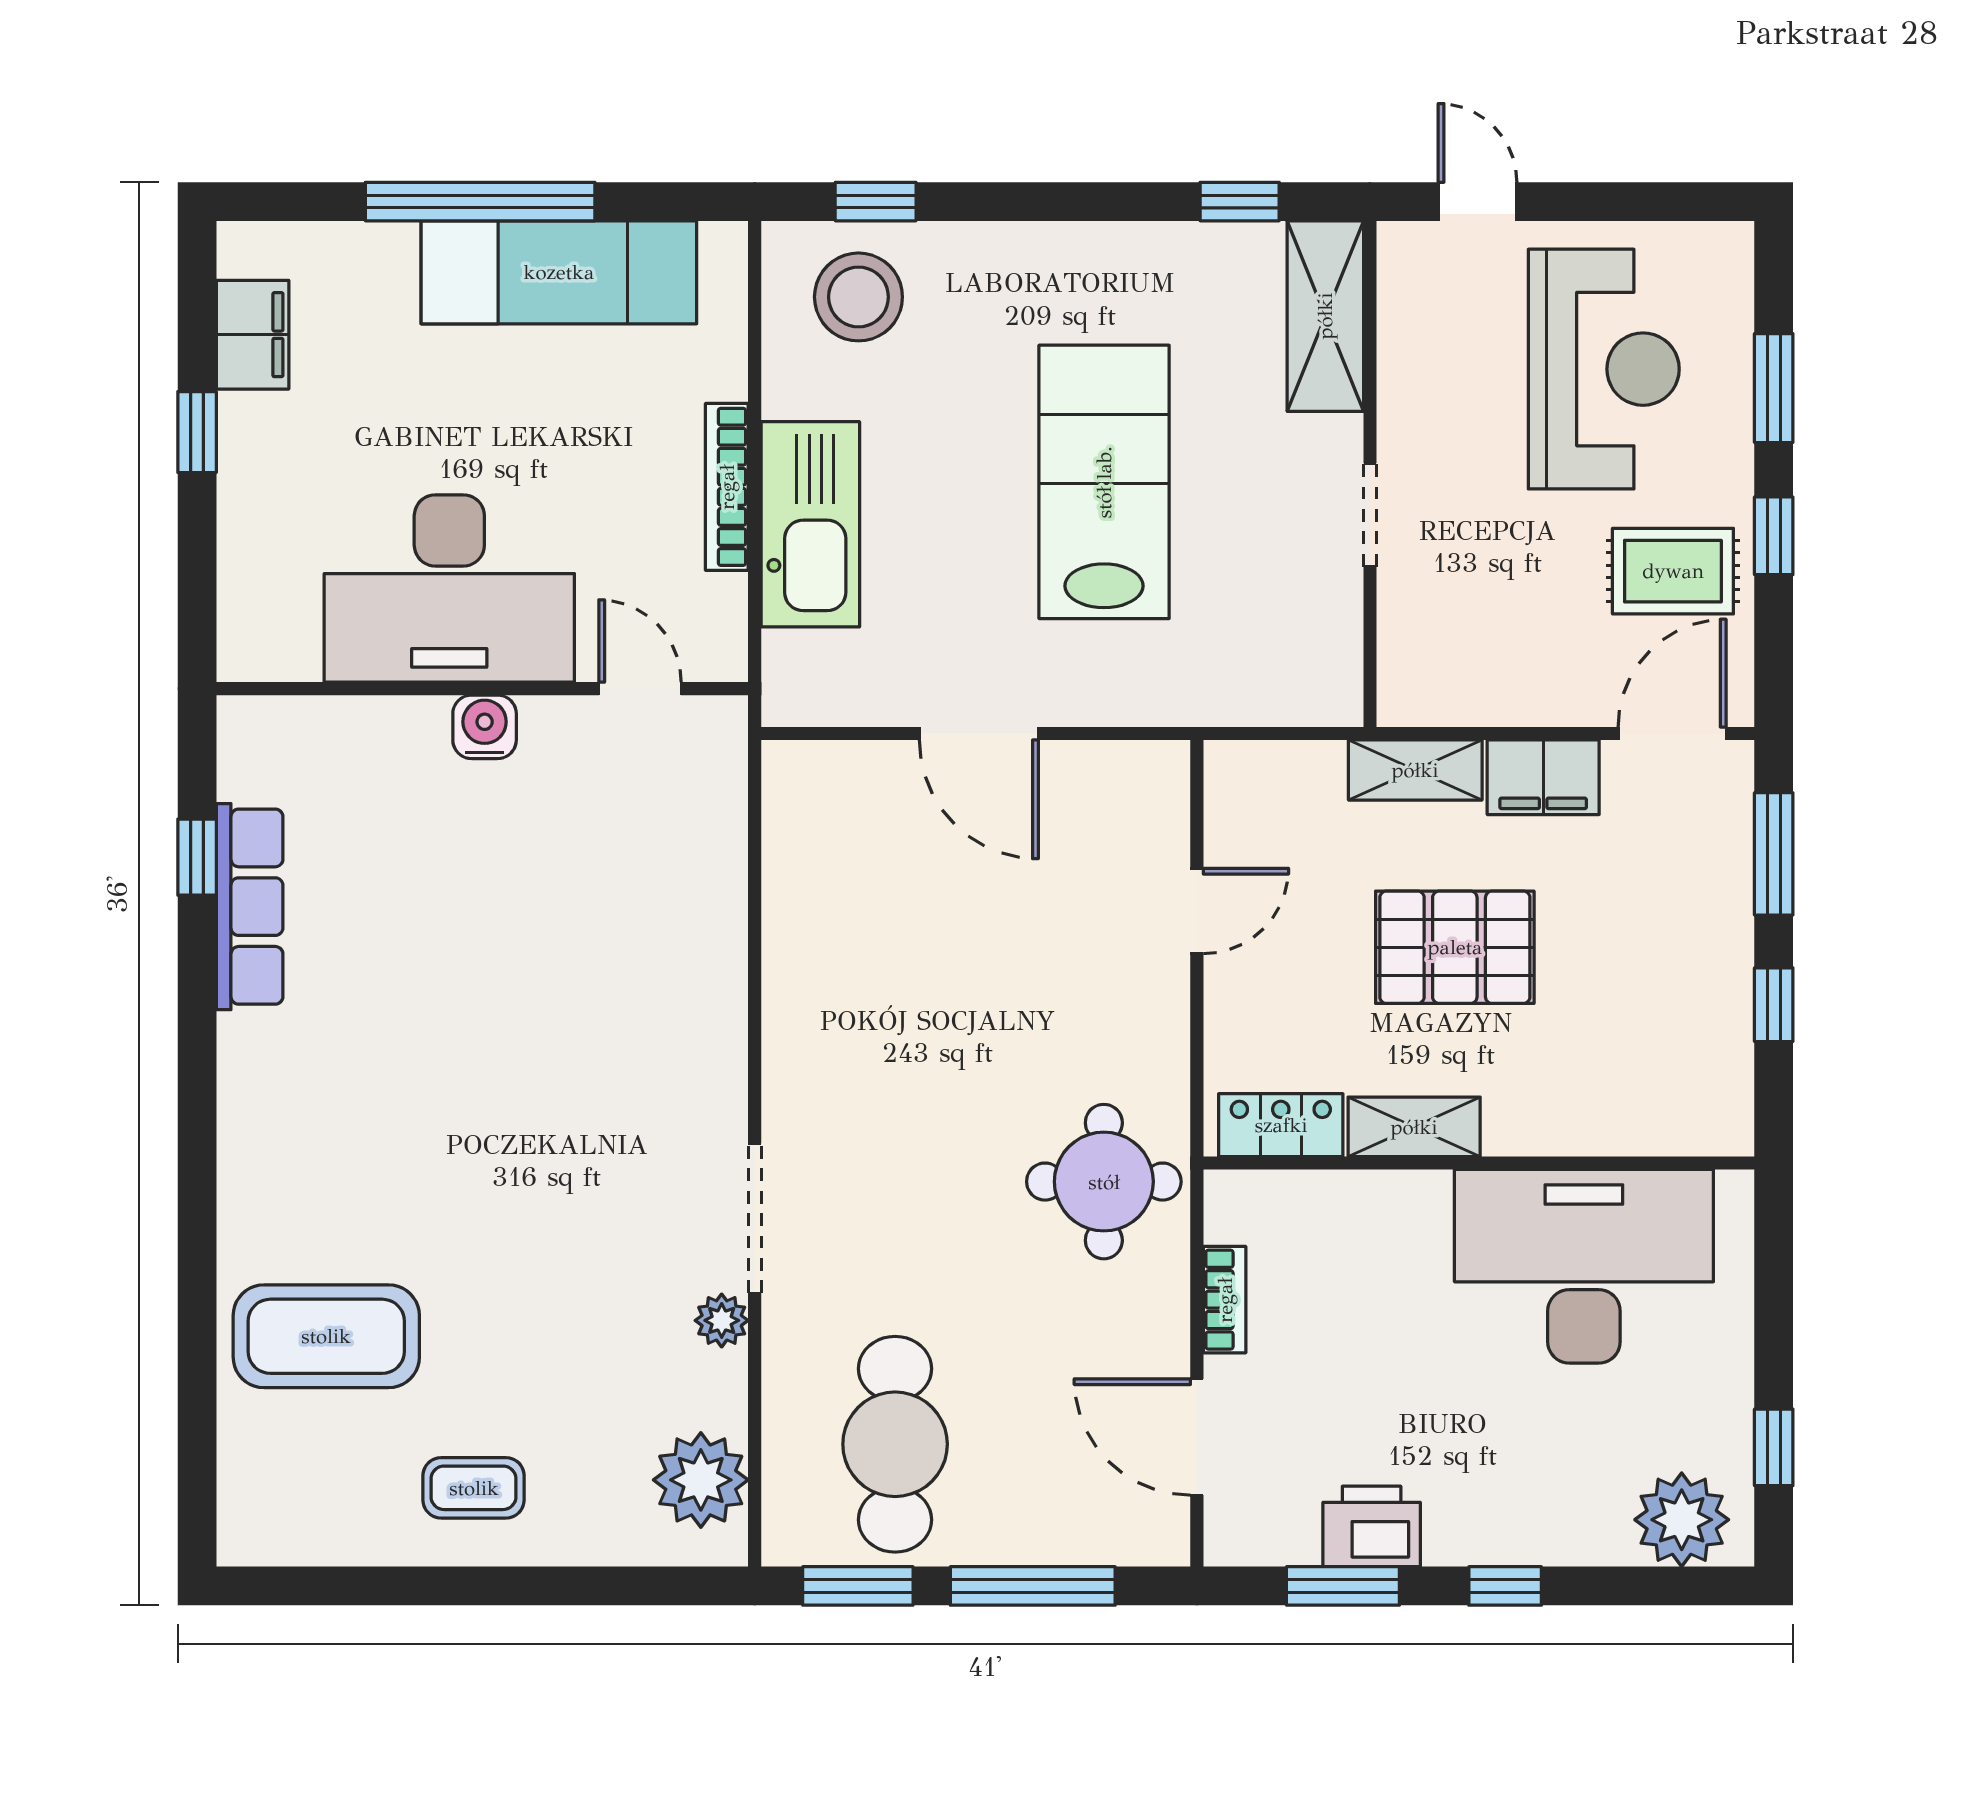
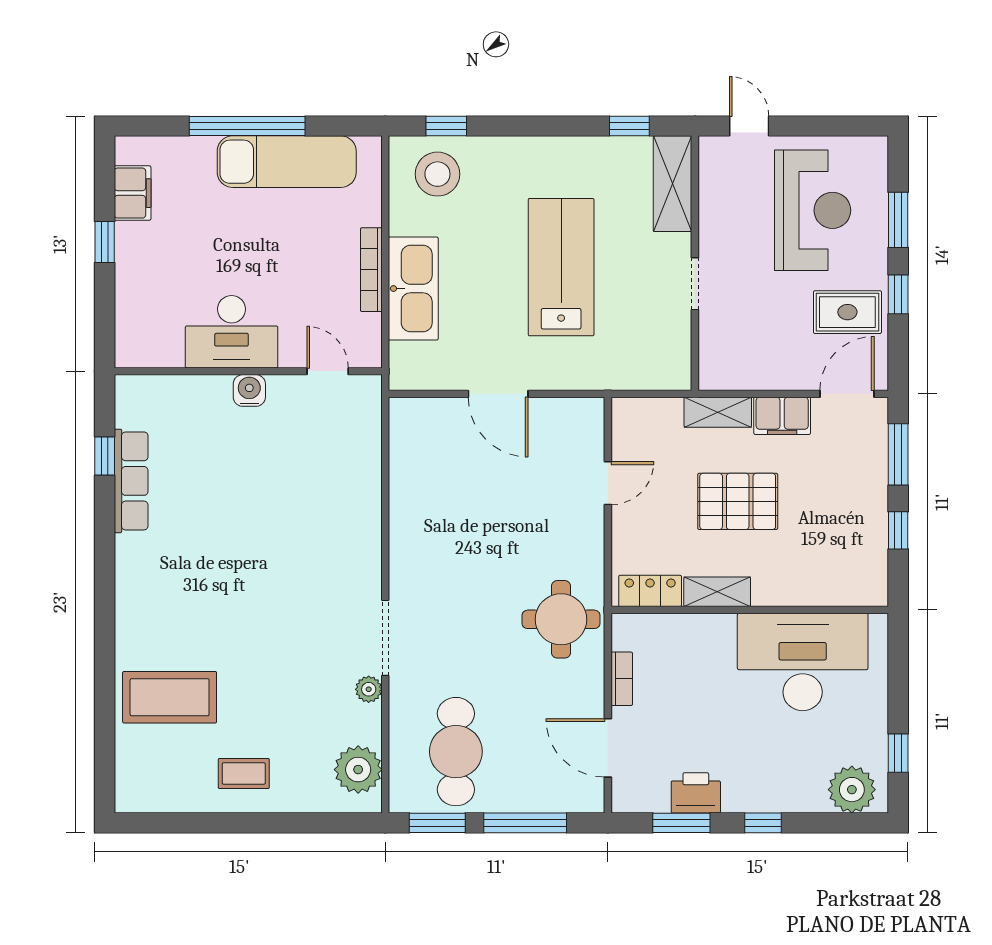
desk: (449, 589) -> (232, 332), width x0.73, depth x0.77

